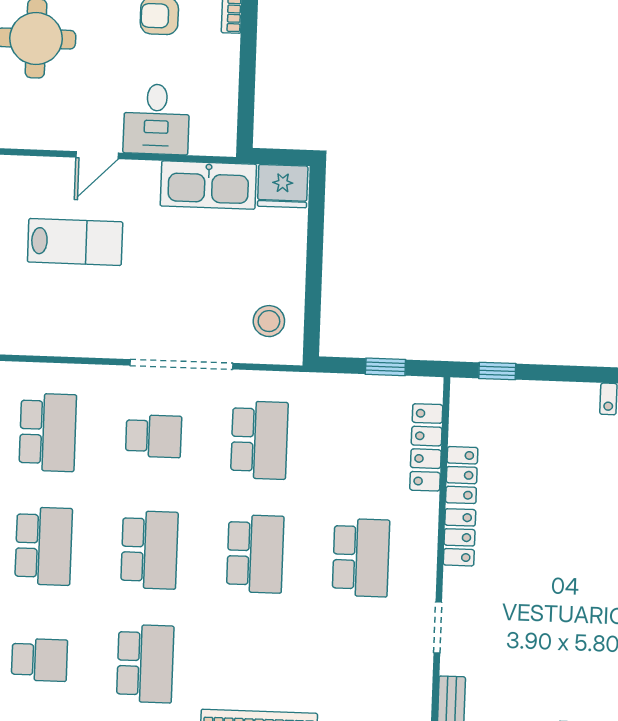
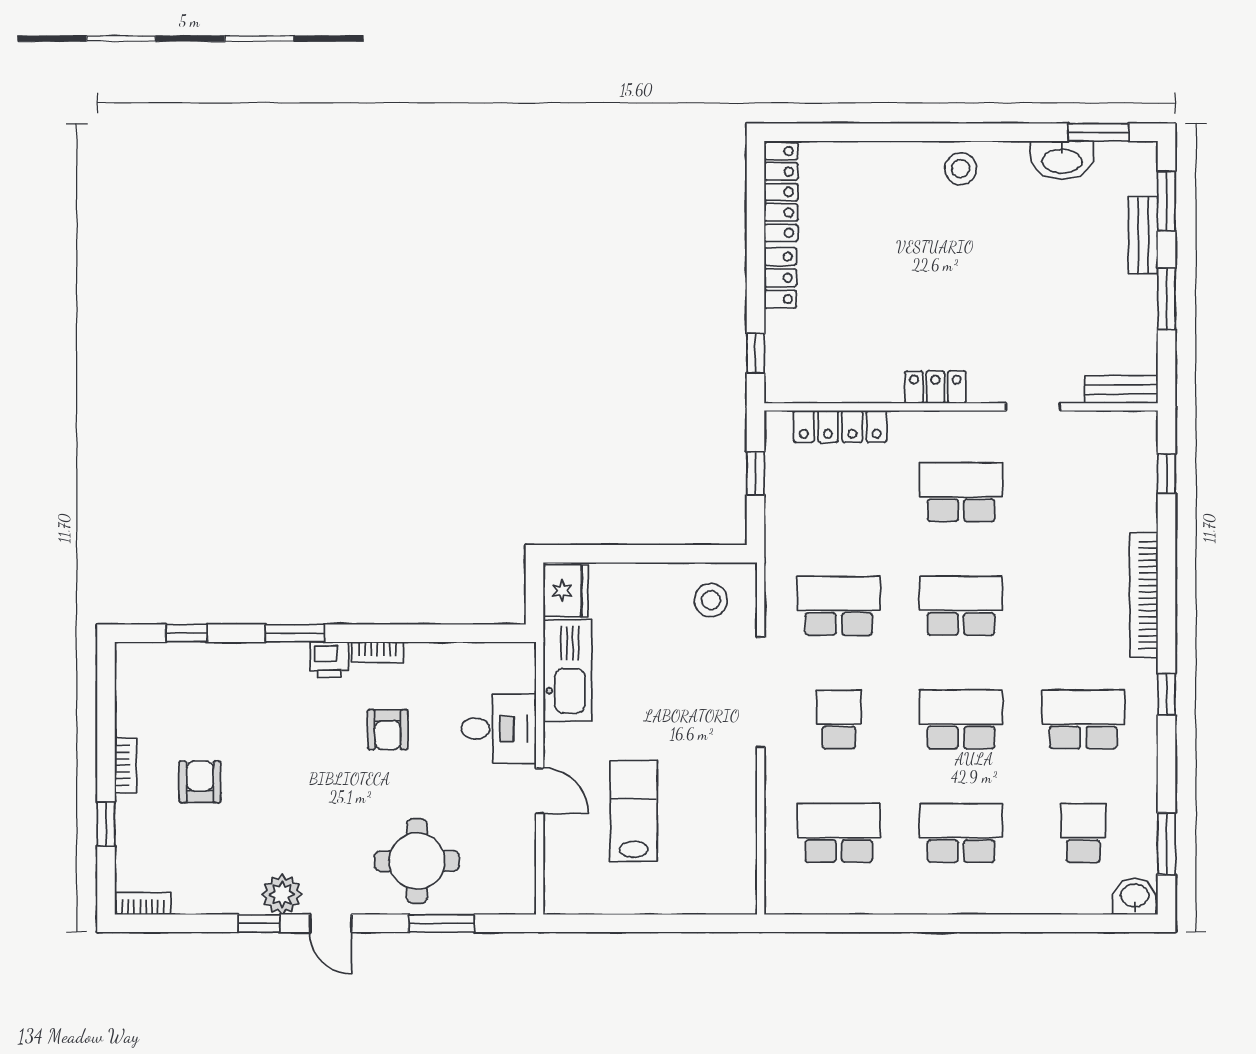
locker: (462, 475) -> (780, 278), moved, turned 90

